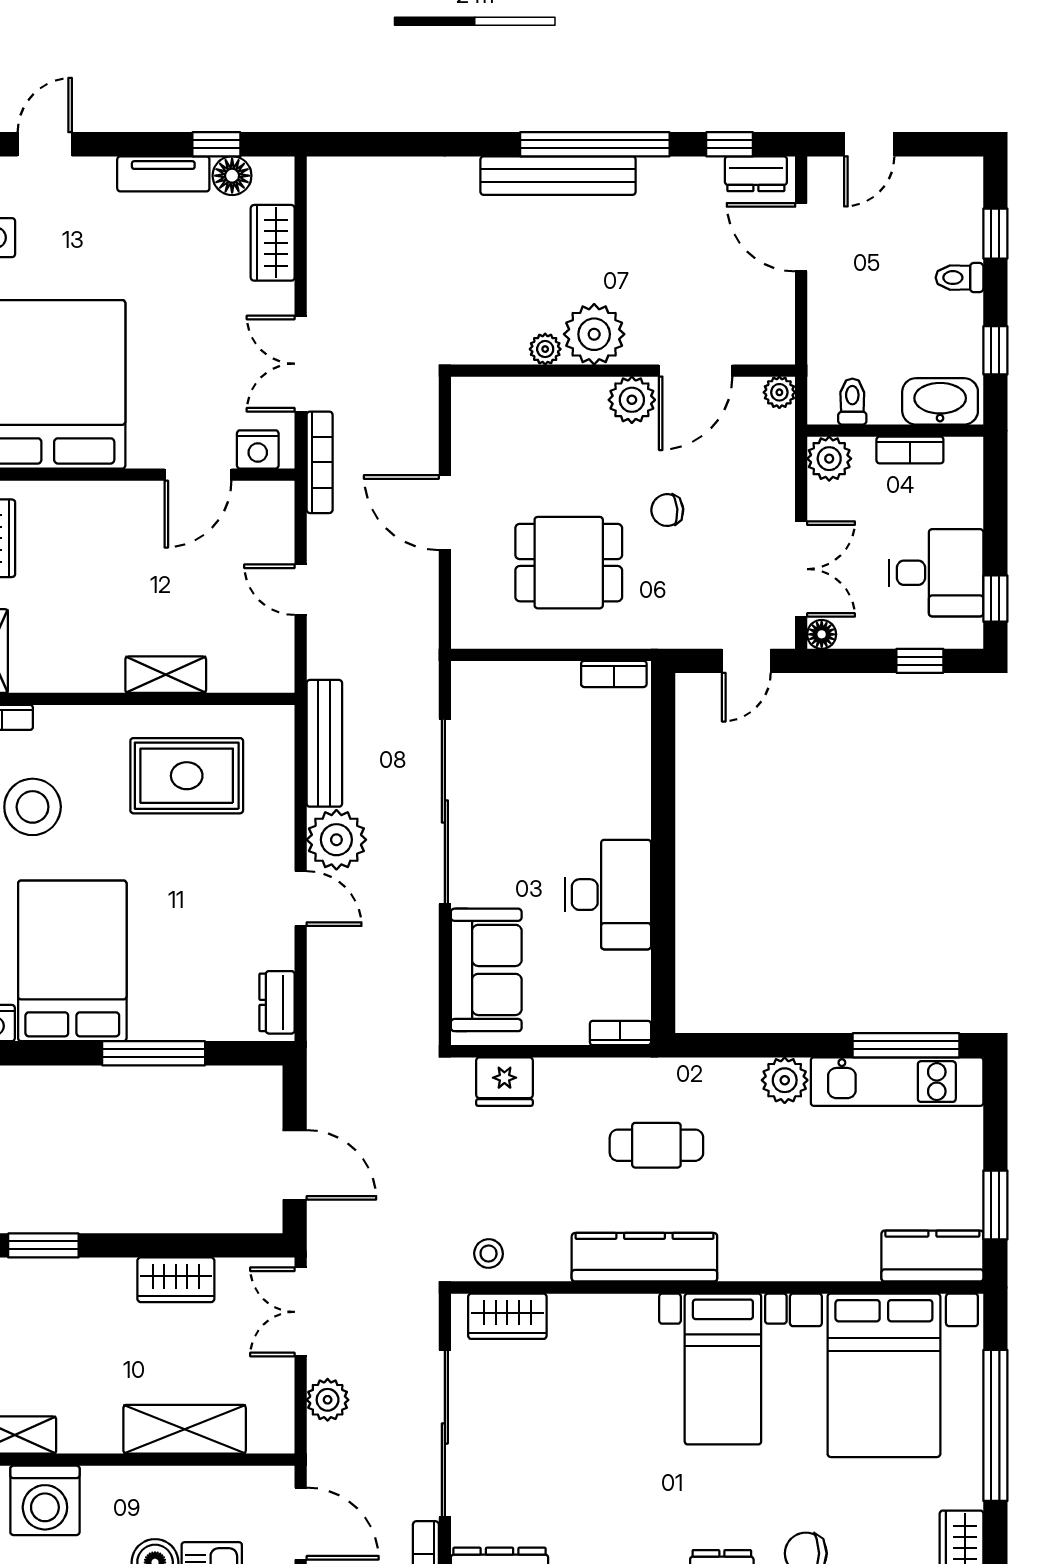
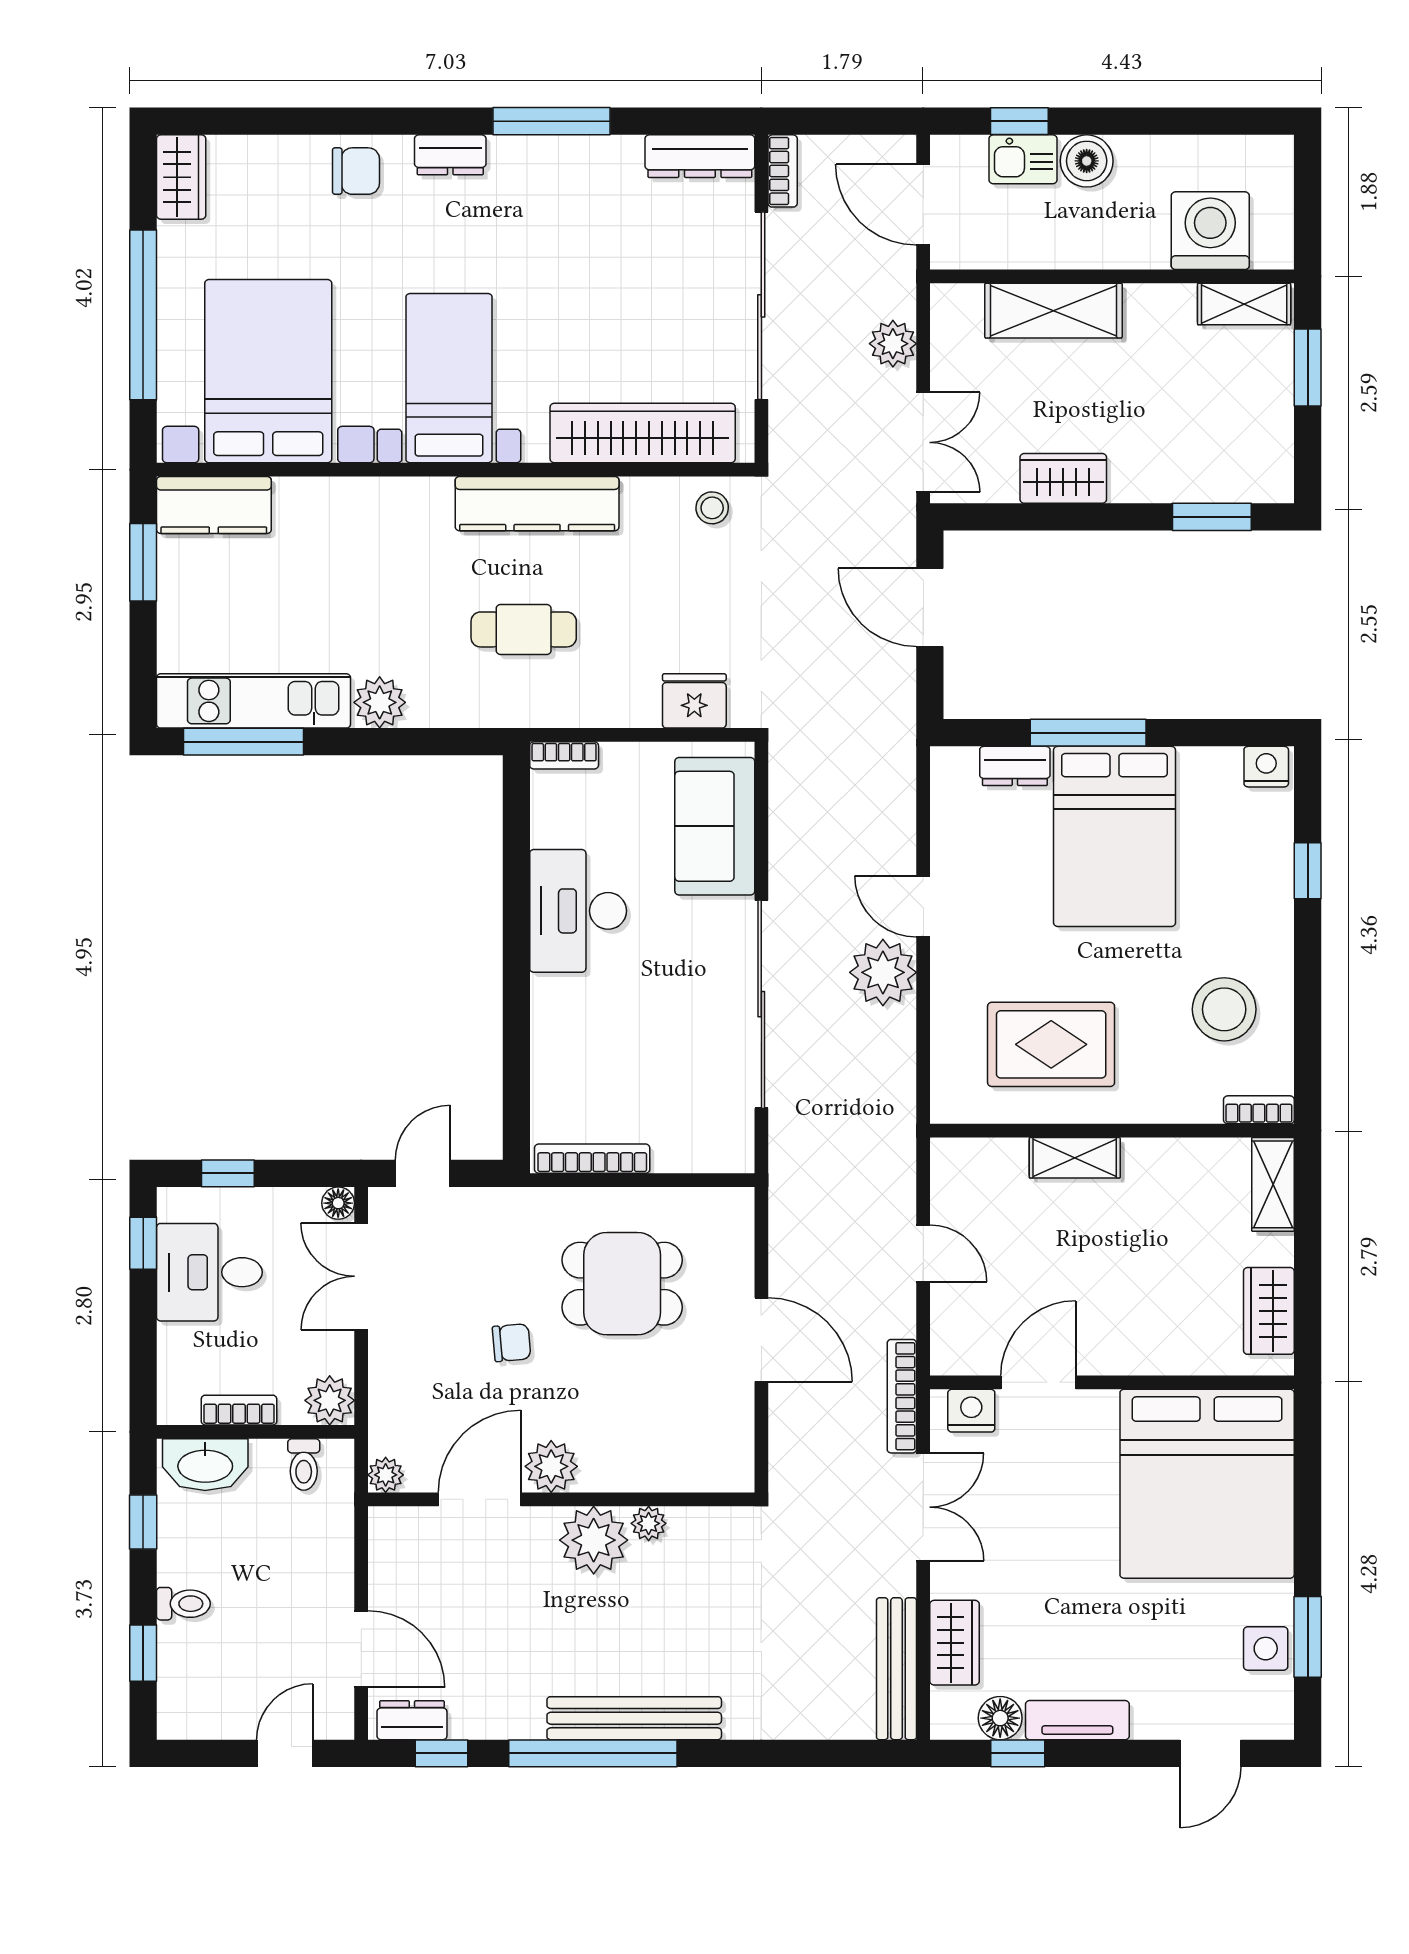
bookcase: (614, 674) -> (592, 1159), width x1.56
bench: (324, 743) -> (897, 1669), moved
bed: (72, 961) -> (1114, 836), moved
dresser: (277, 1002) -> (1015, 766), moved, turned 90
wardrobe: (507, 1316) -> (643, 433), width x2.10, depth x1.17

